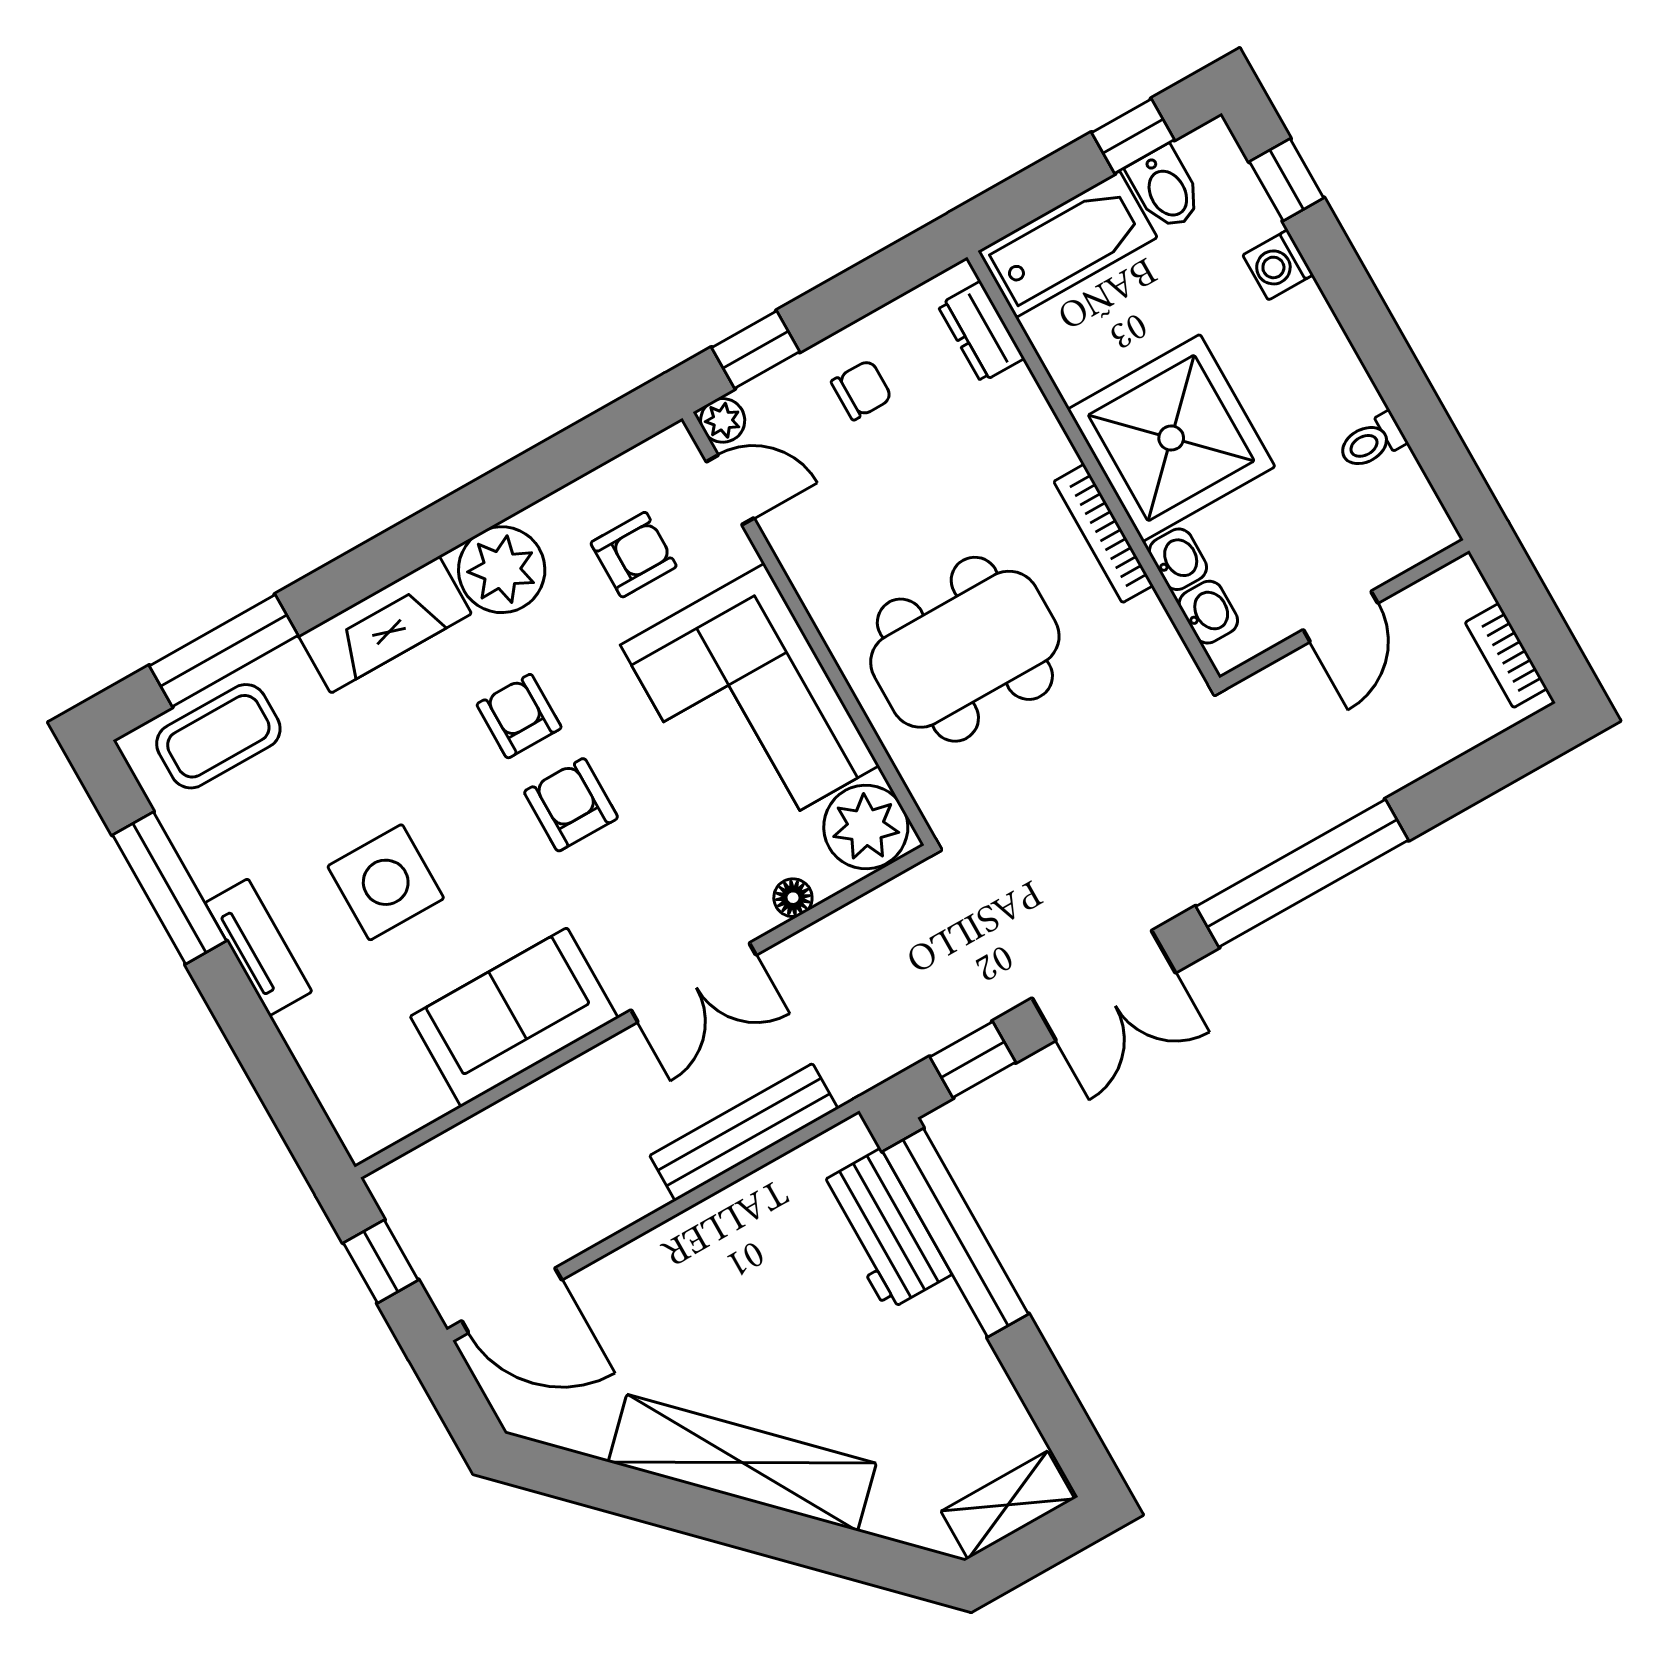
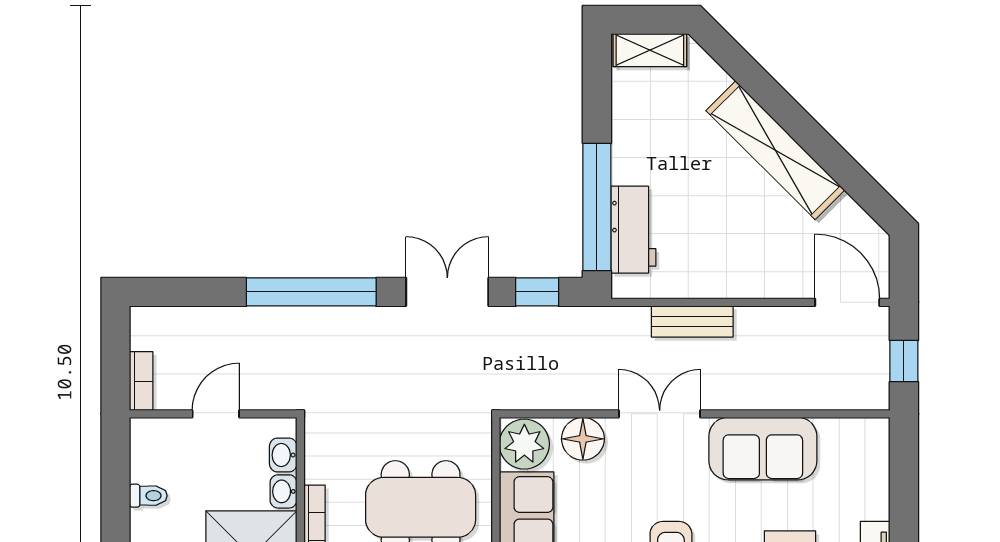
bookcase: (1506, 655) -> (141, 381), moved
floor lamp: (793, 898) -> (583, 439), width x1.89, depth x1.89
bench: (744, 1132) -> (692, 321), width x0.73

